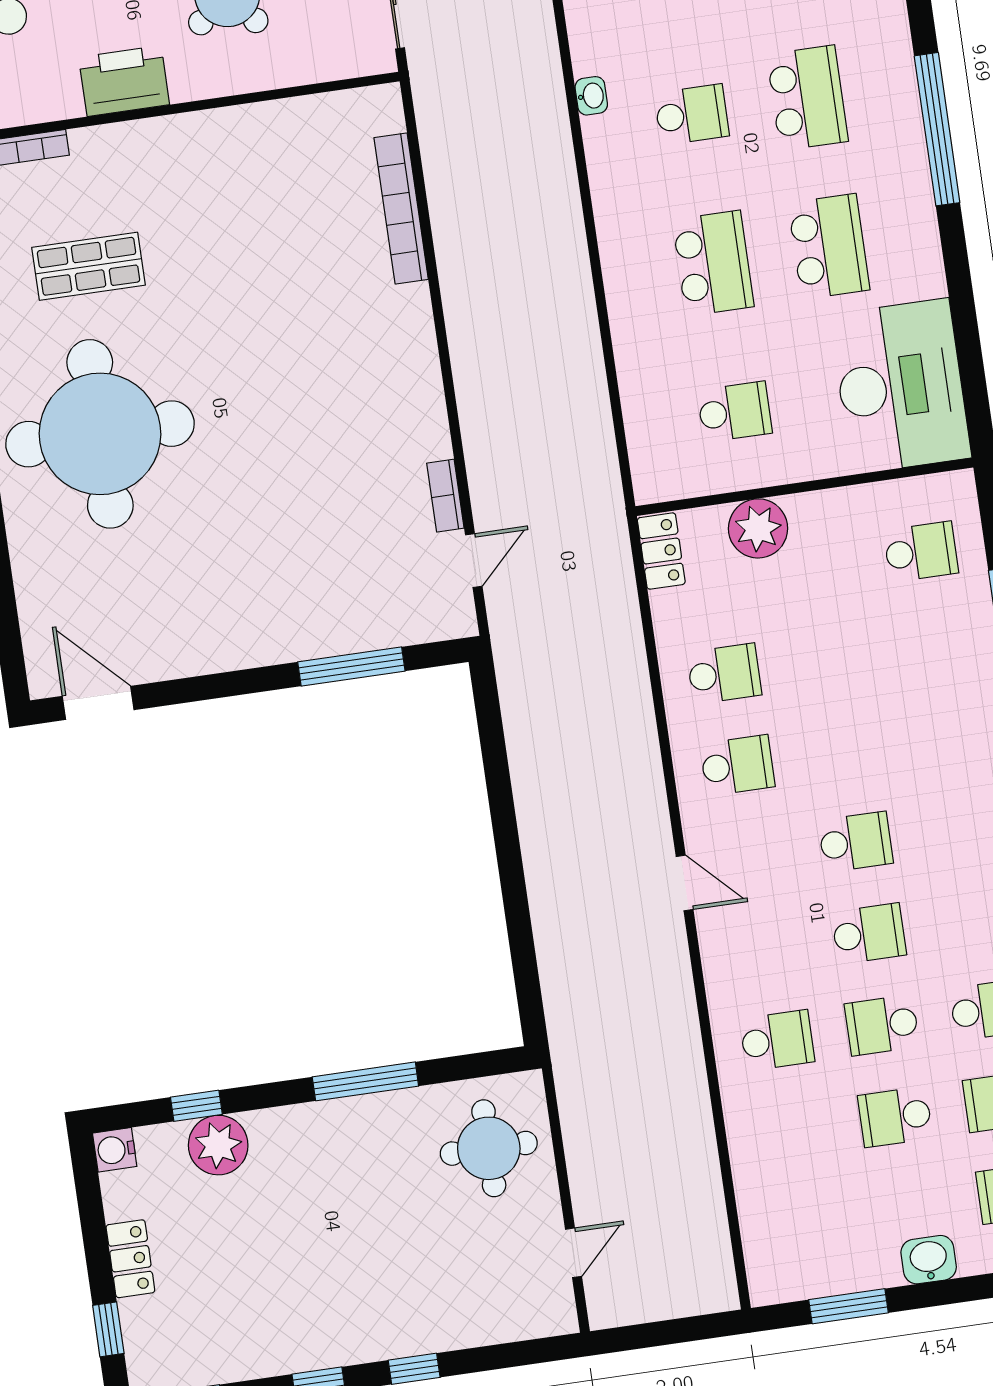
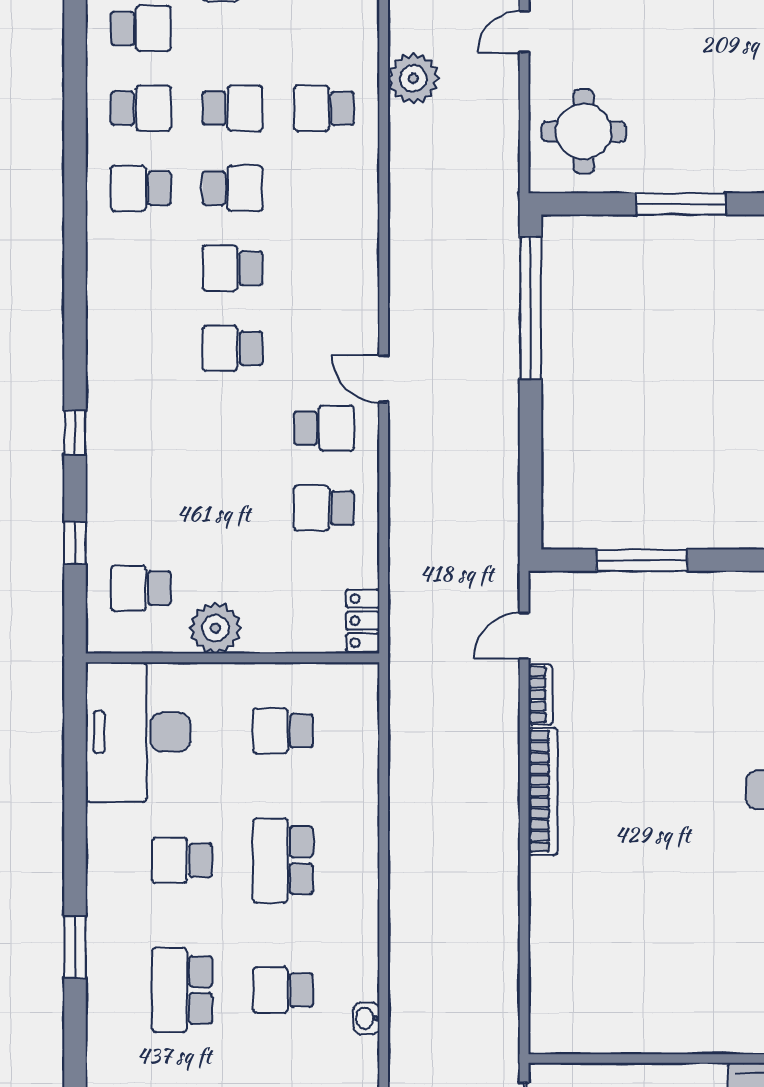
window: (937, 129) -> (75, 947), width x0.47
bookcase: (401, 208) -> (543, 791), moved
school desk: (829, 246) -> (182, 860), width x0.54
plant: (758, 528) -> (215, 628), moved
school desk: (737, 765) -> (324, 428), turned 180
door: (685, 883) -> (384, 379), moved
window: (521, 937) -> (530, 308), added
school desk: (777, 1040) -> (324, 108), moved
plant: (693, 1181) -> (413, 78), added

